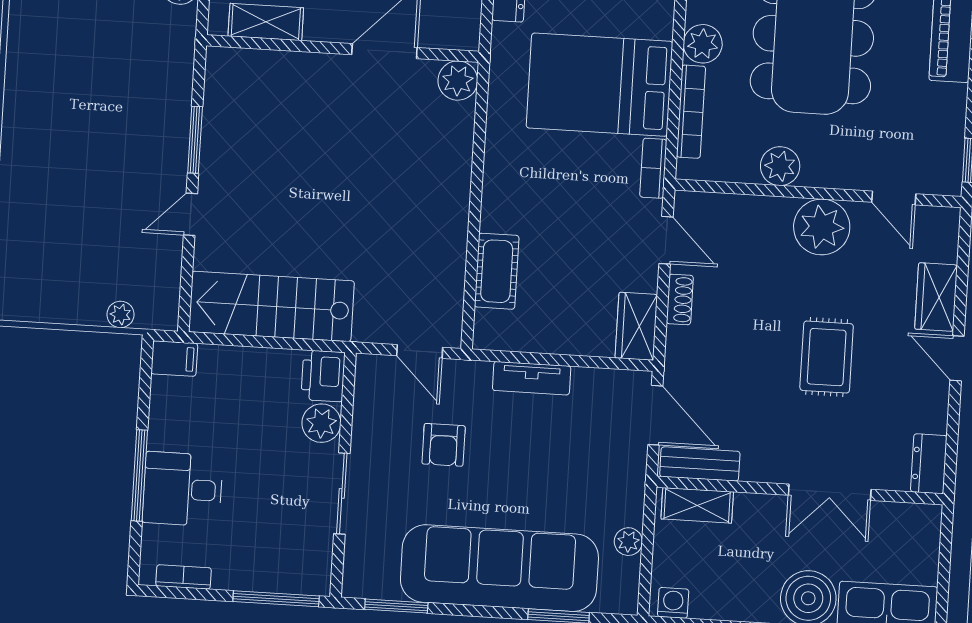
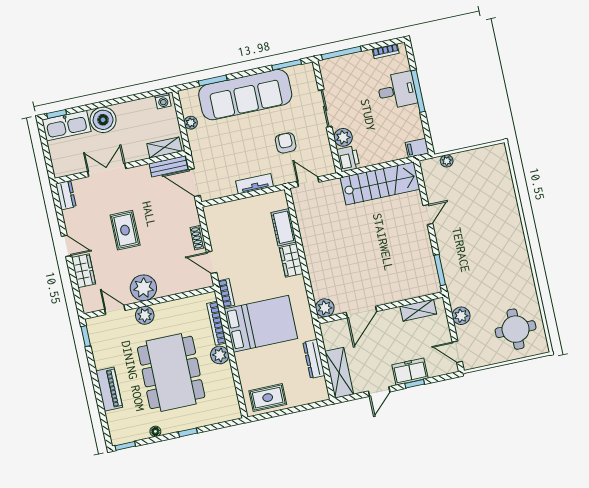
window: (195, 140) -> (440, 270), moved
plant: (780, 166) -> (145, 315), moved
wardrobe: (636, 326) -> (291, 260), moved, turned 180

